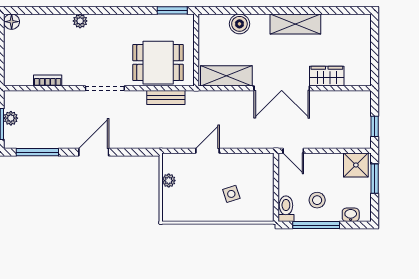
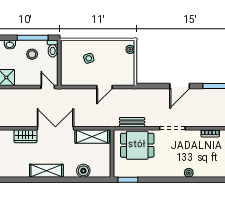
plant: (169, 181) -> (130, 49), moved

